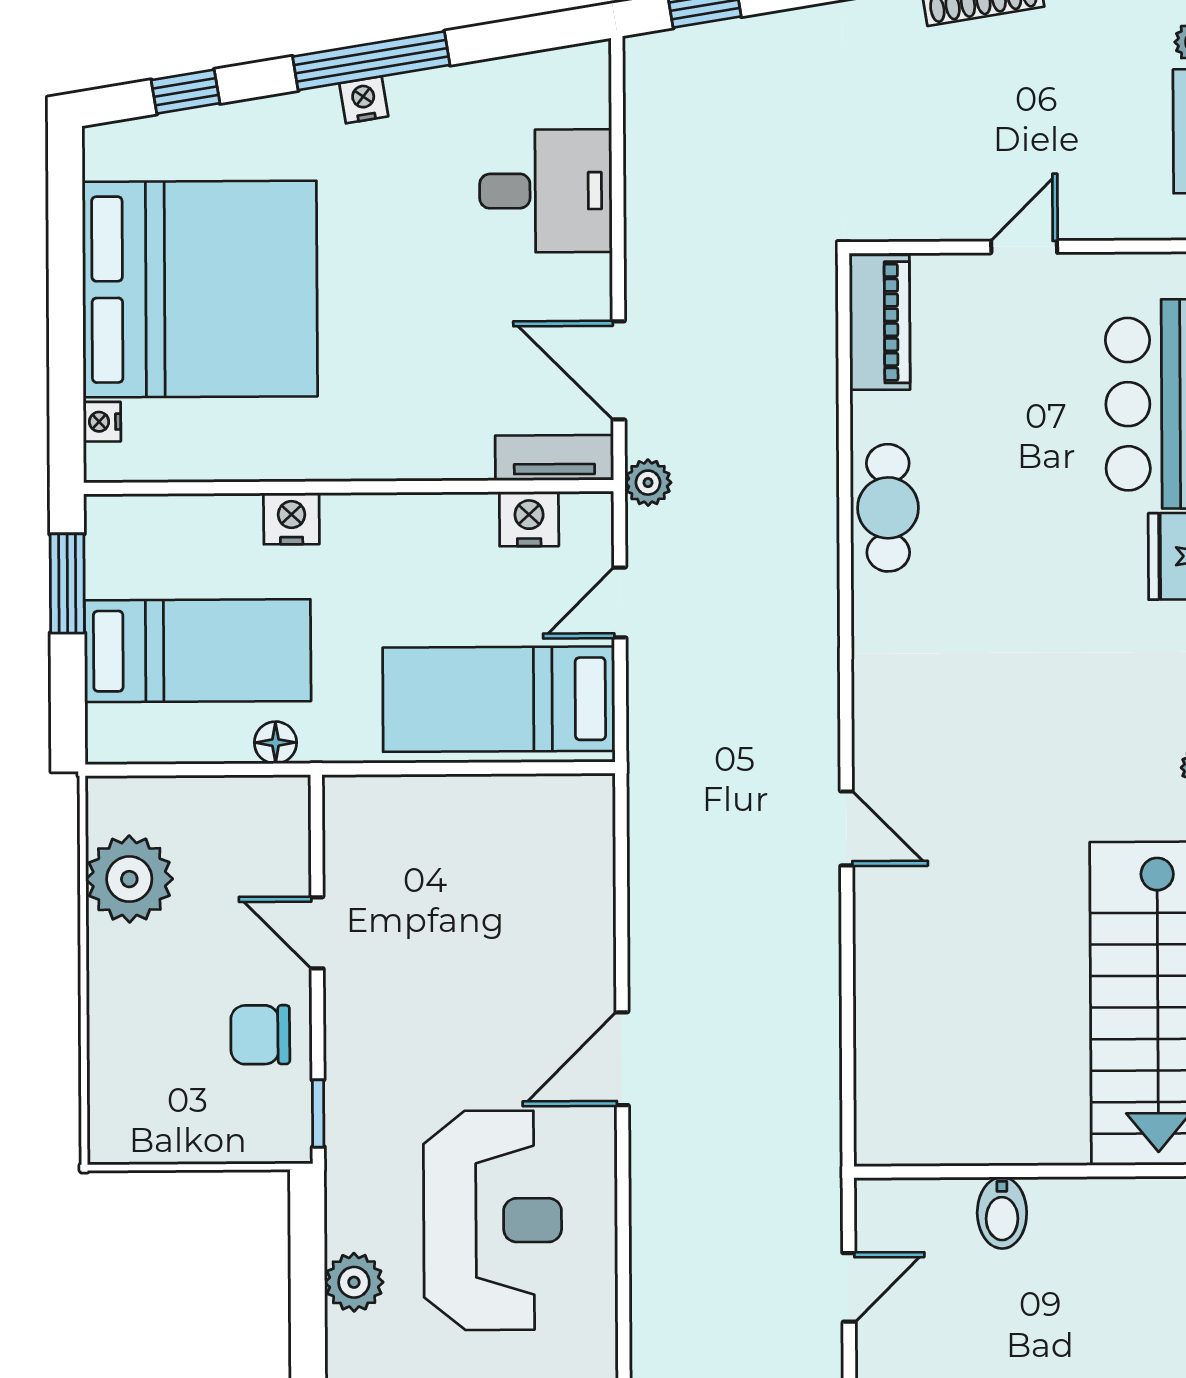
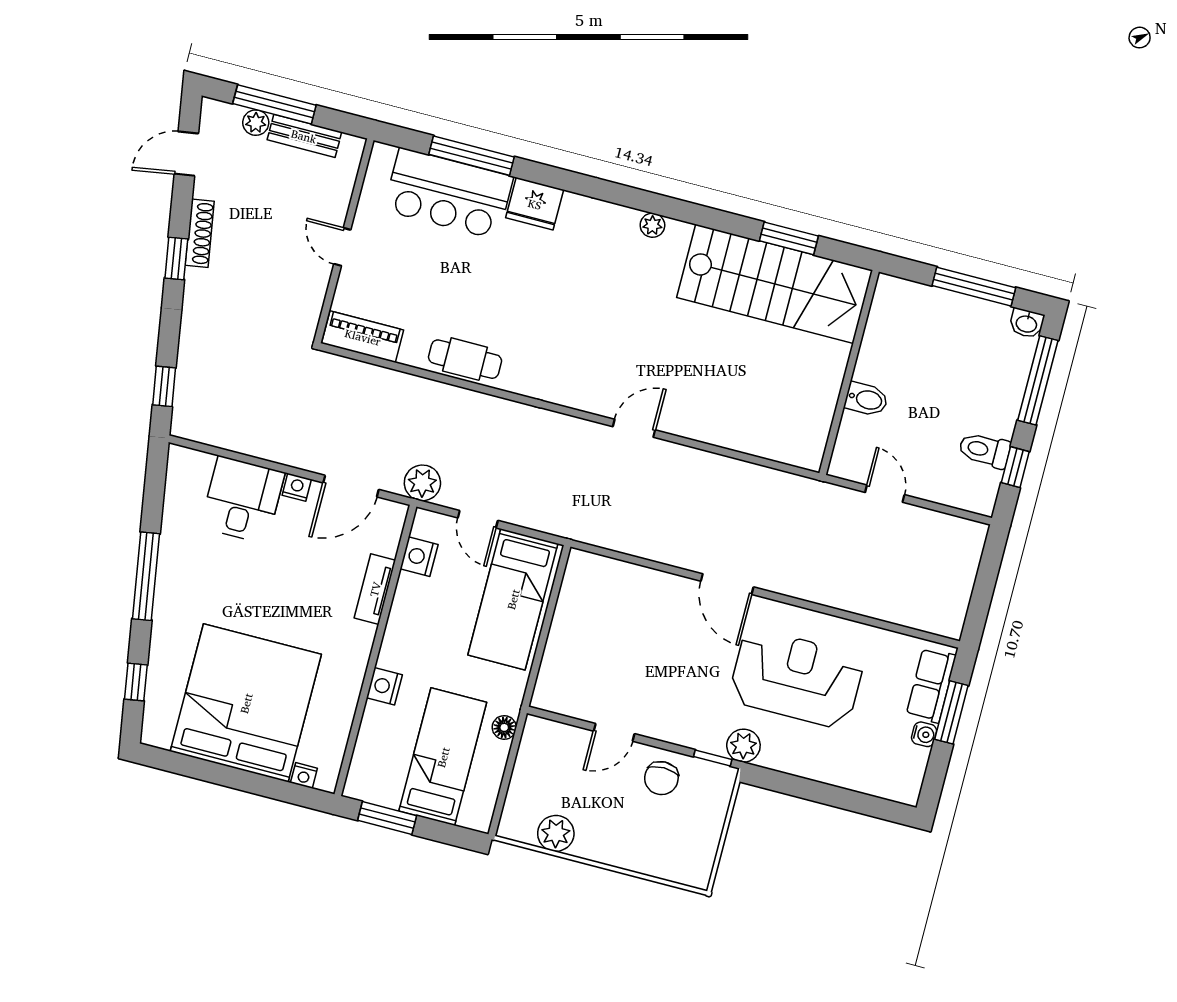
nightstand: (364, 100) -> (297, 487), moved, turned 99
tv unit: (554, 458) -> (375, 589), moved
plant: (648, 483) -> (422, 483), width x1.38, depth x1.38
plant: (129, 879) -> (556, 833), width x0.73, depth x0.73
plant: (354, 1282) -> (743, 746), moved

